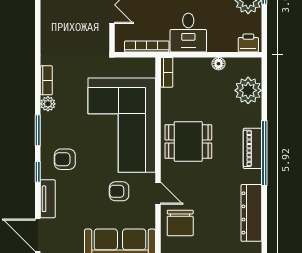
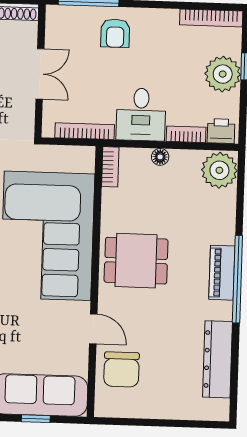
bookcase: (222, 46) -> (186, 134), added
floor lamp: (218, 64) -> (160, 157), moved
plant: (248, 90) -> (219, 170), moved
armchair: (119, 191) -> (41, 324), removed

